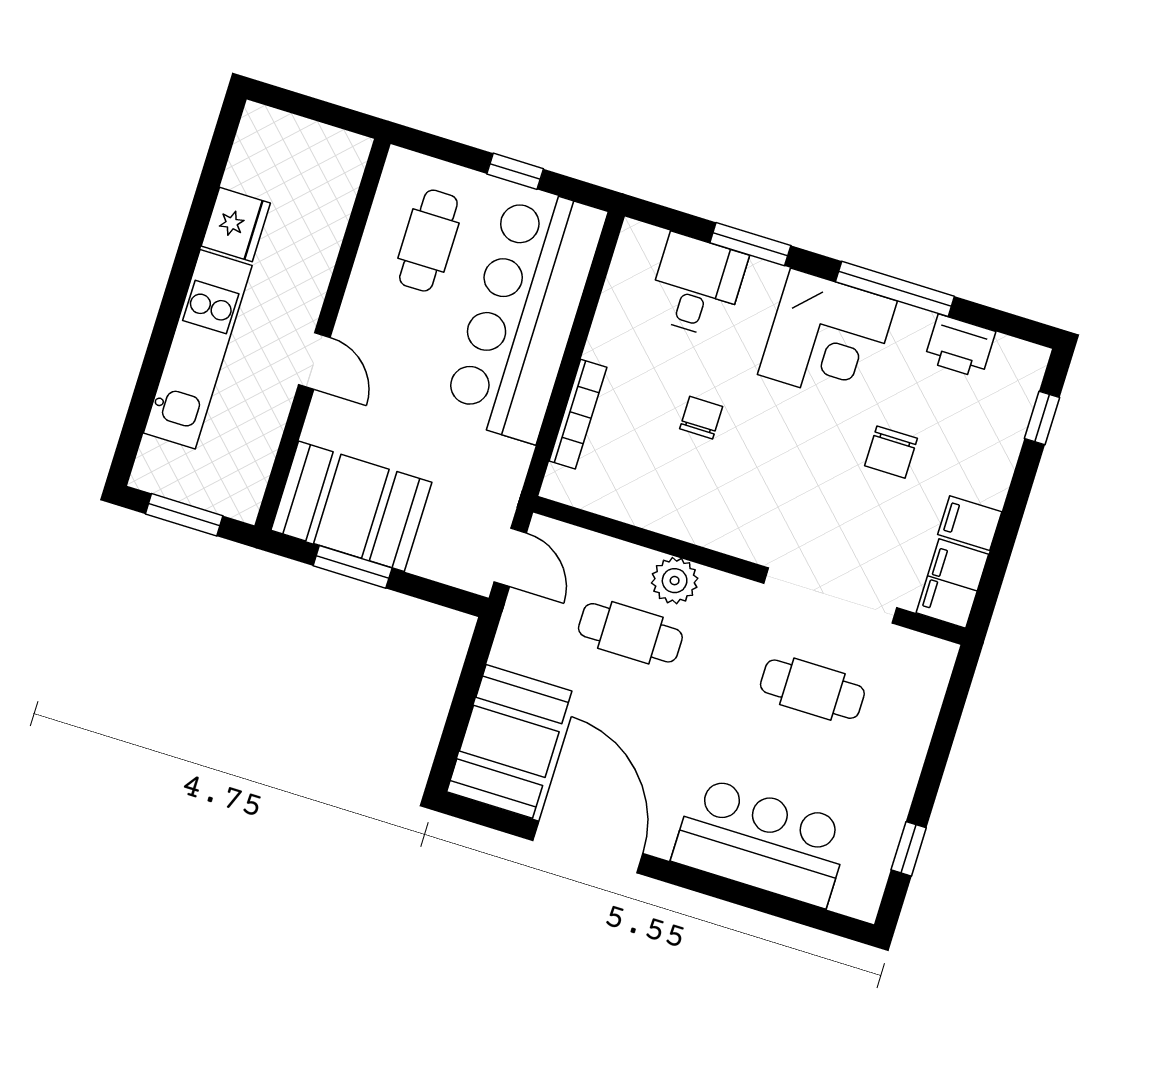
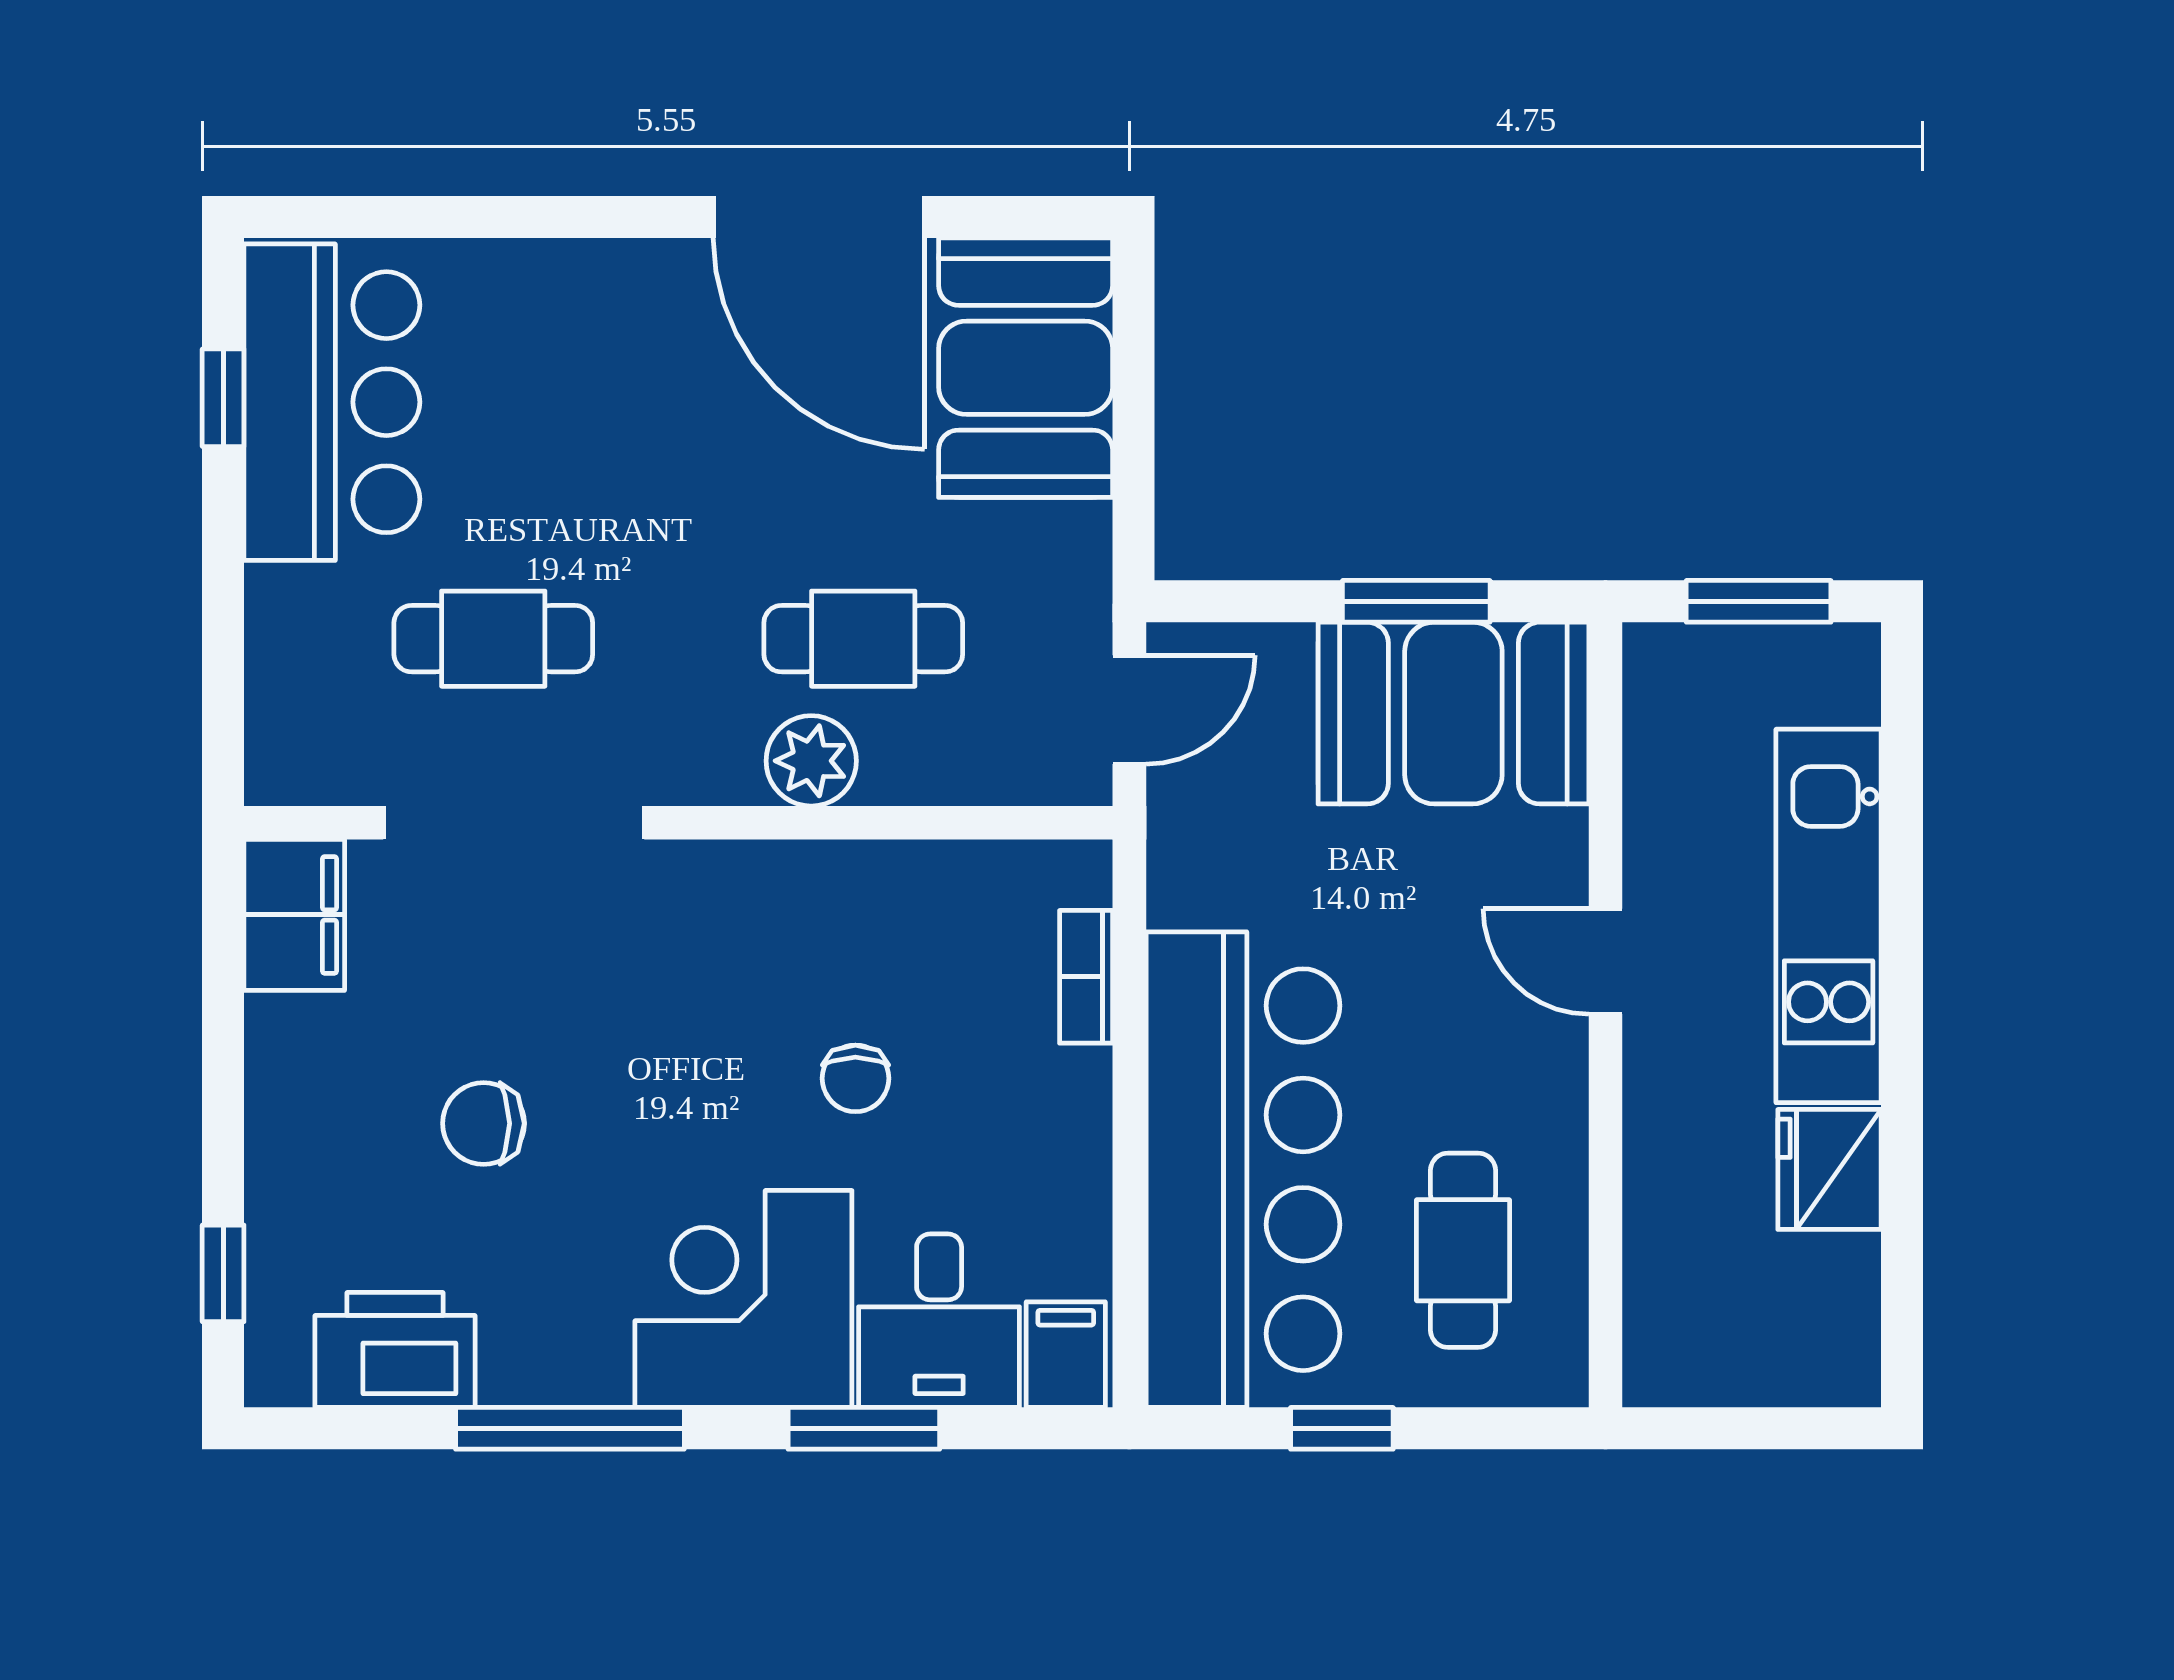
corner desk: (827, 338) -> (743, 1299), moved
printer: (960, 346) -> (395, 1350), width x1.37, depth x1.19
bookcase: (578, 414) -> (1086, 977), width x0.64
chair: (891, 452) -> (484, 1123), turned -90
filing cabinet: (970, 523) -> (1066, 1355), moved, turned -90
door: (510, 557) -> (1129, 710), swing flipped
bar counter: (761, 842) -> (332, 402), moved, turned -90

